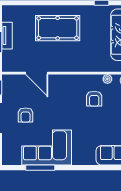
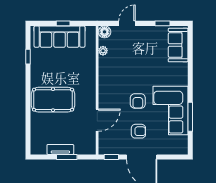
pool table: (58, 28) -> (53, 100), turned 90
armchair: (94, 99) -> (138, 101), moved, turned 90

